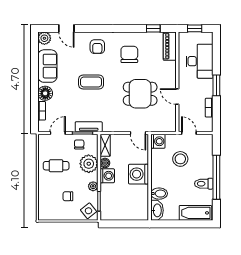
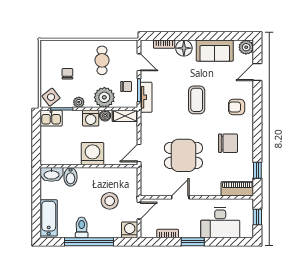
dining table: (140, 94) -> (183, 155), turned 90
washing machine: (158, 141) -> (130, 230), moved, turned 180
kitchen sink: (107, 211) -> (51, 118), added

